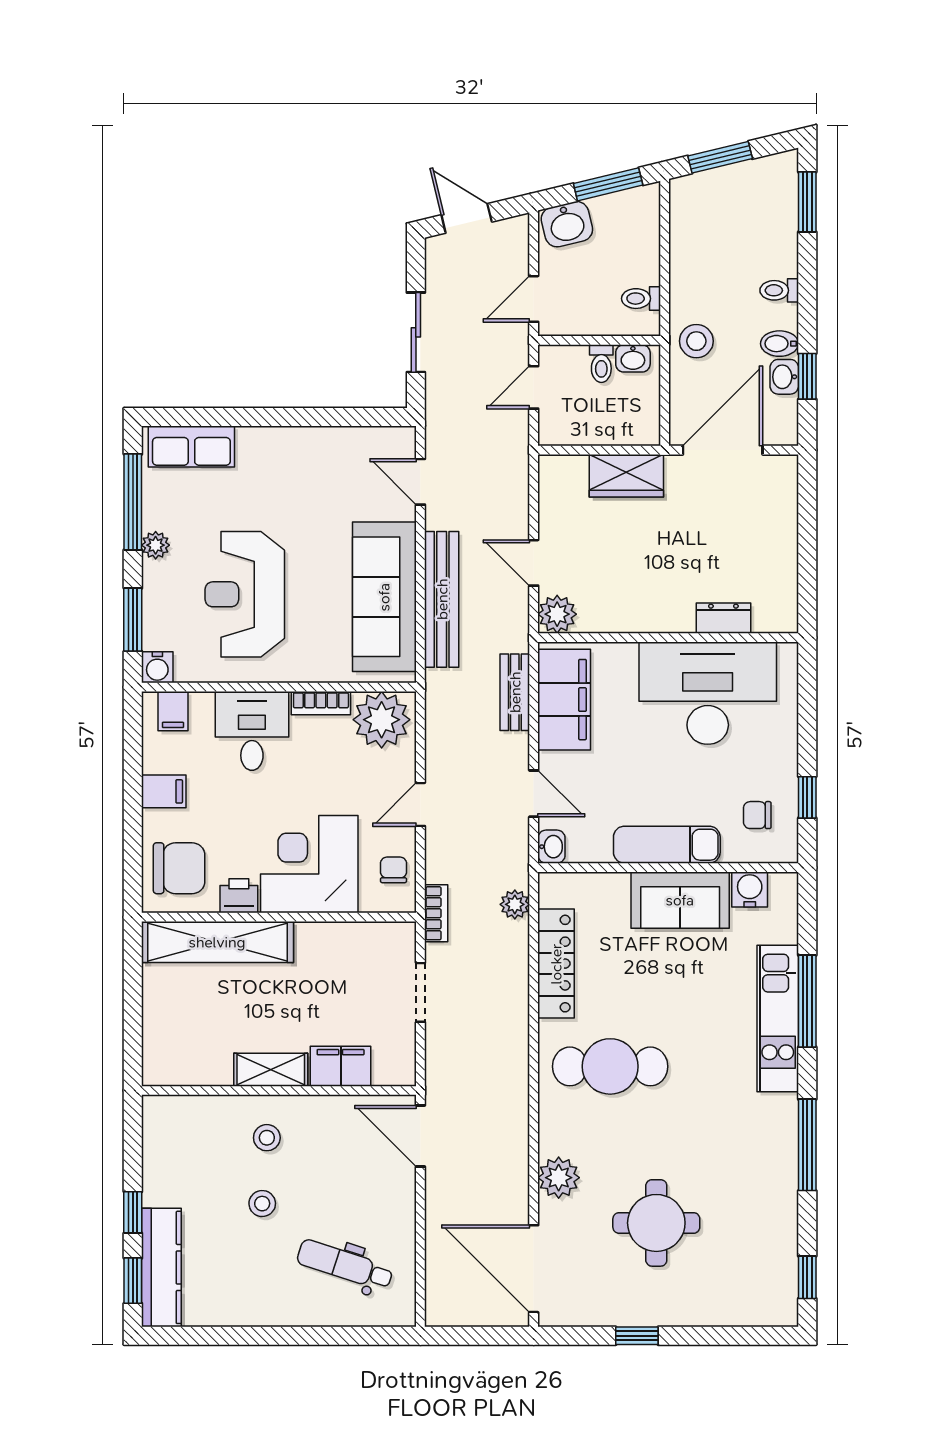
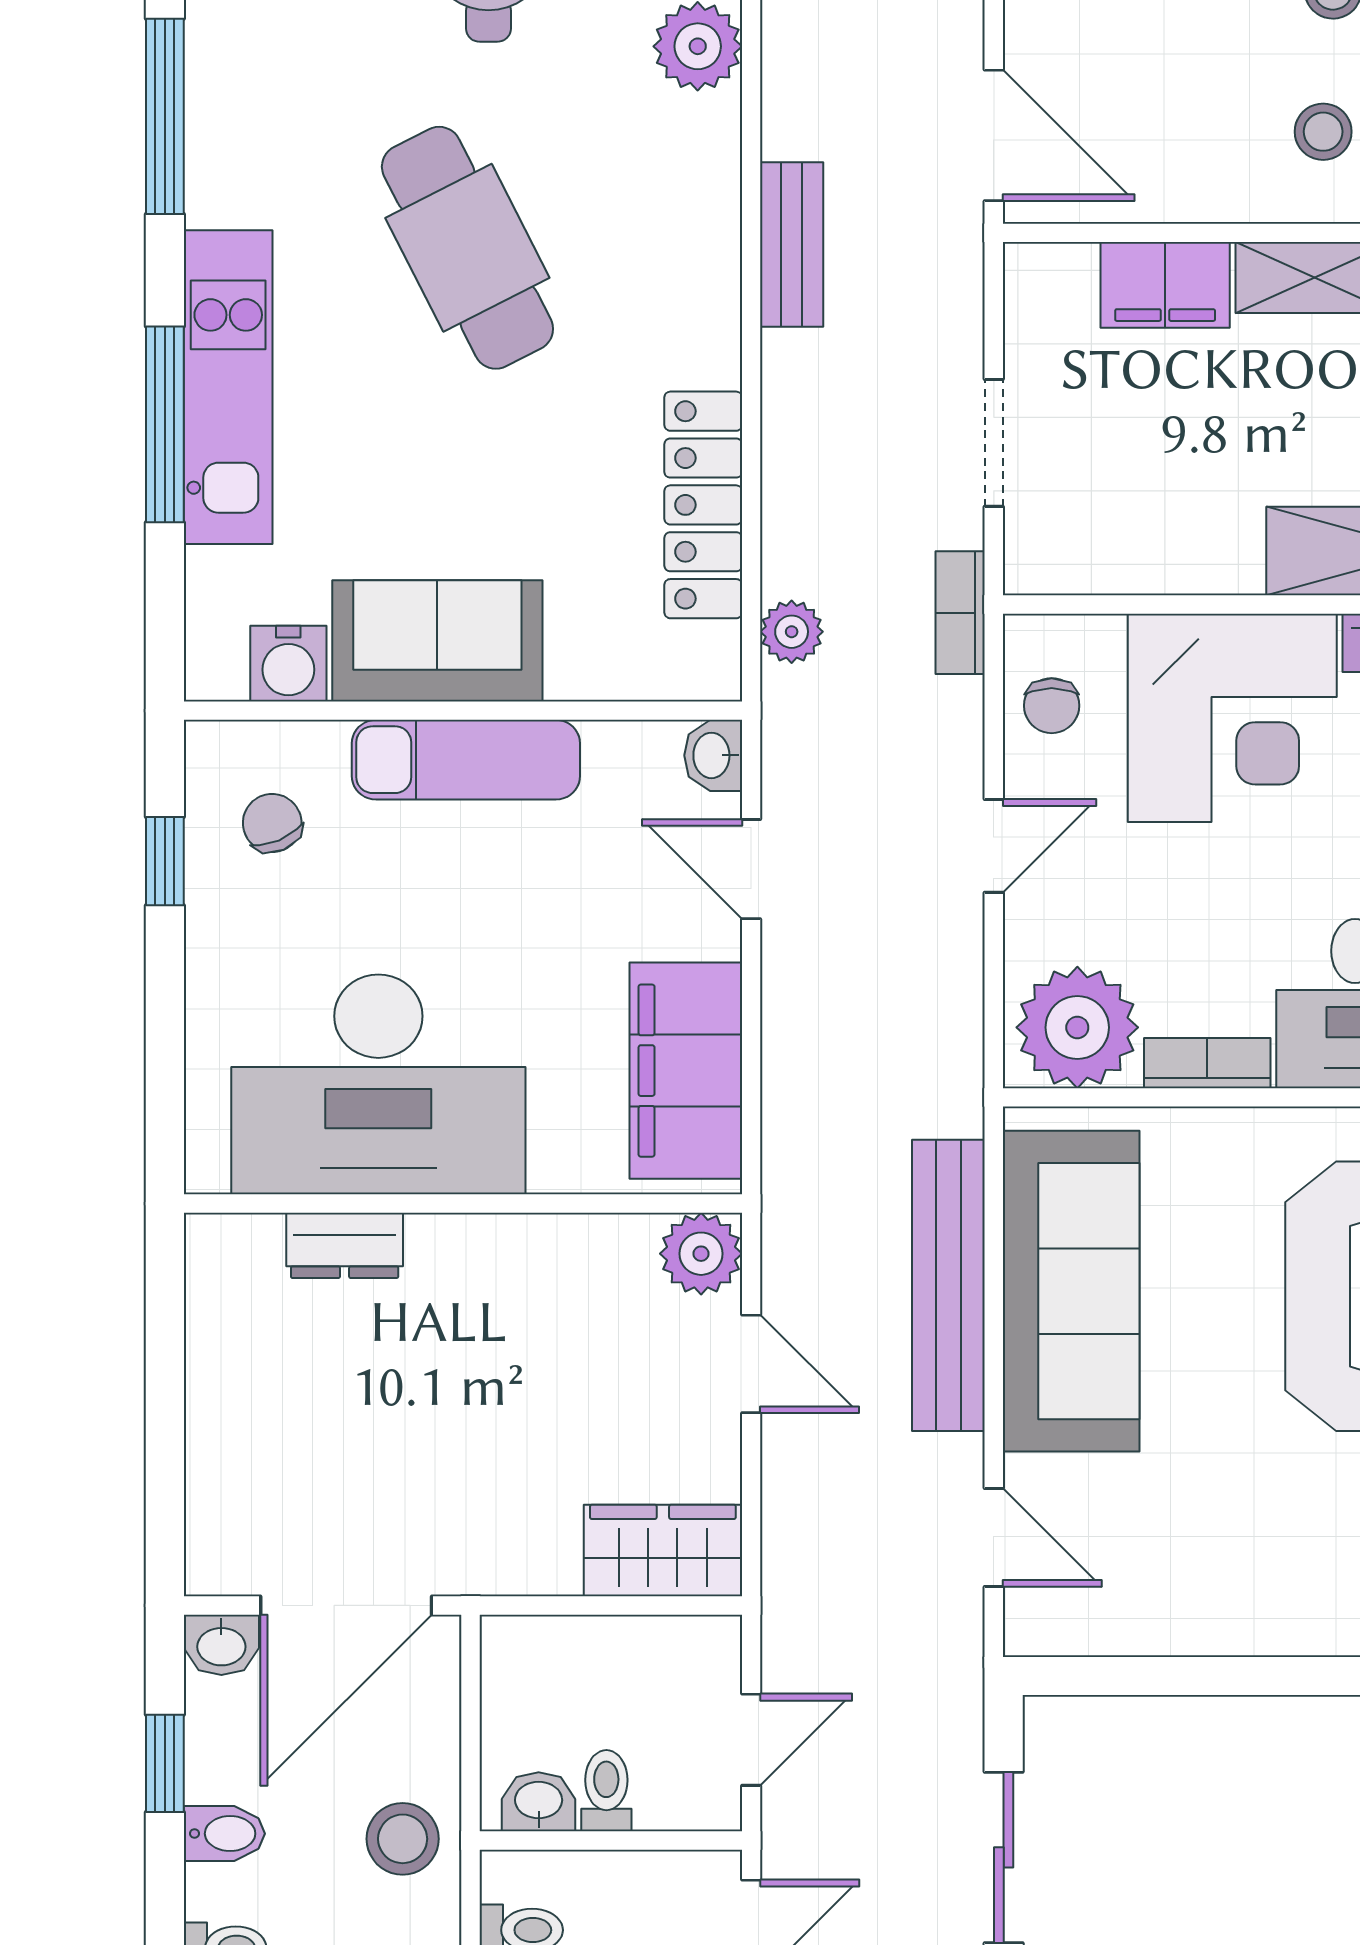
washbasin: (784, 377) -> (221, 1645), moved, turned 90
wardrobe: (626, 476) -> (663, 1550), moved
bench: (515, 692) -> (792, 245), moved
chair: (757, 815) -> (272, 823), turned -113
cafe table: (610, 1066) -> (467, 248), moved, turned 63

